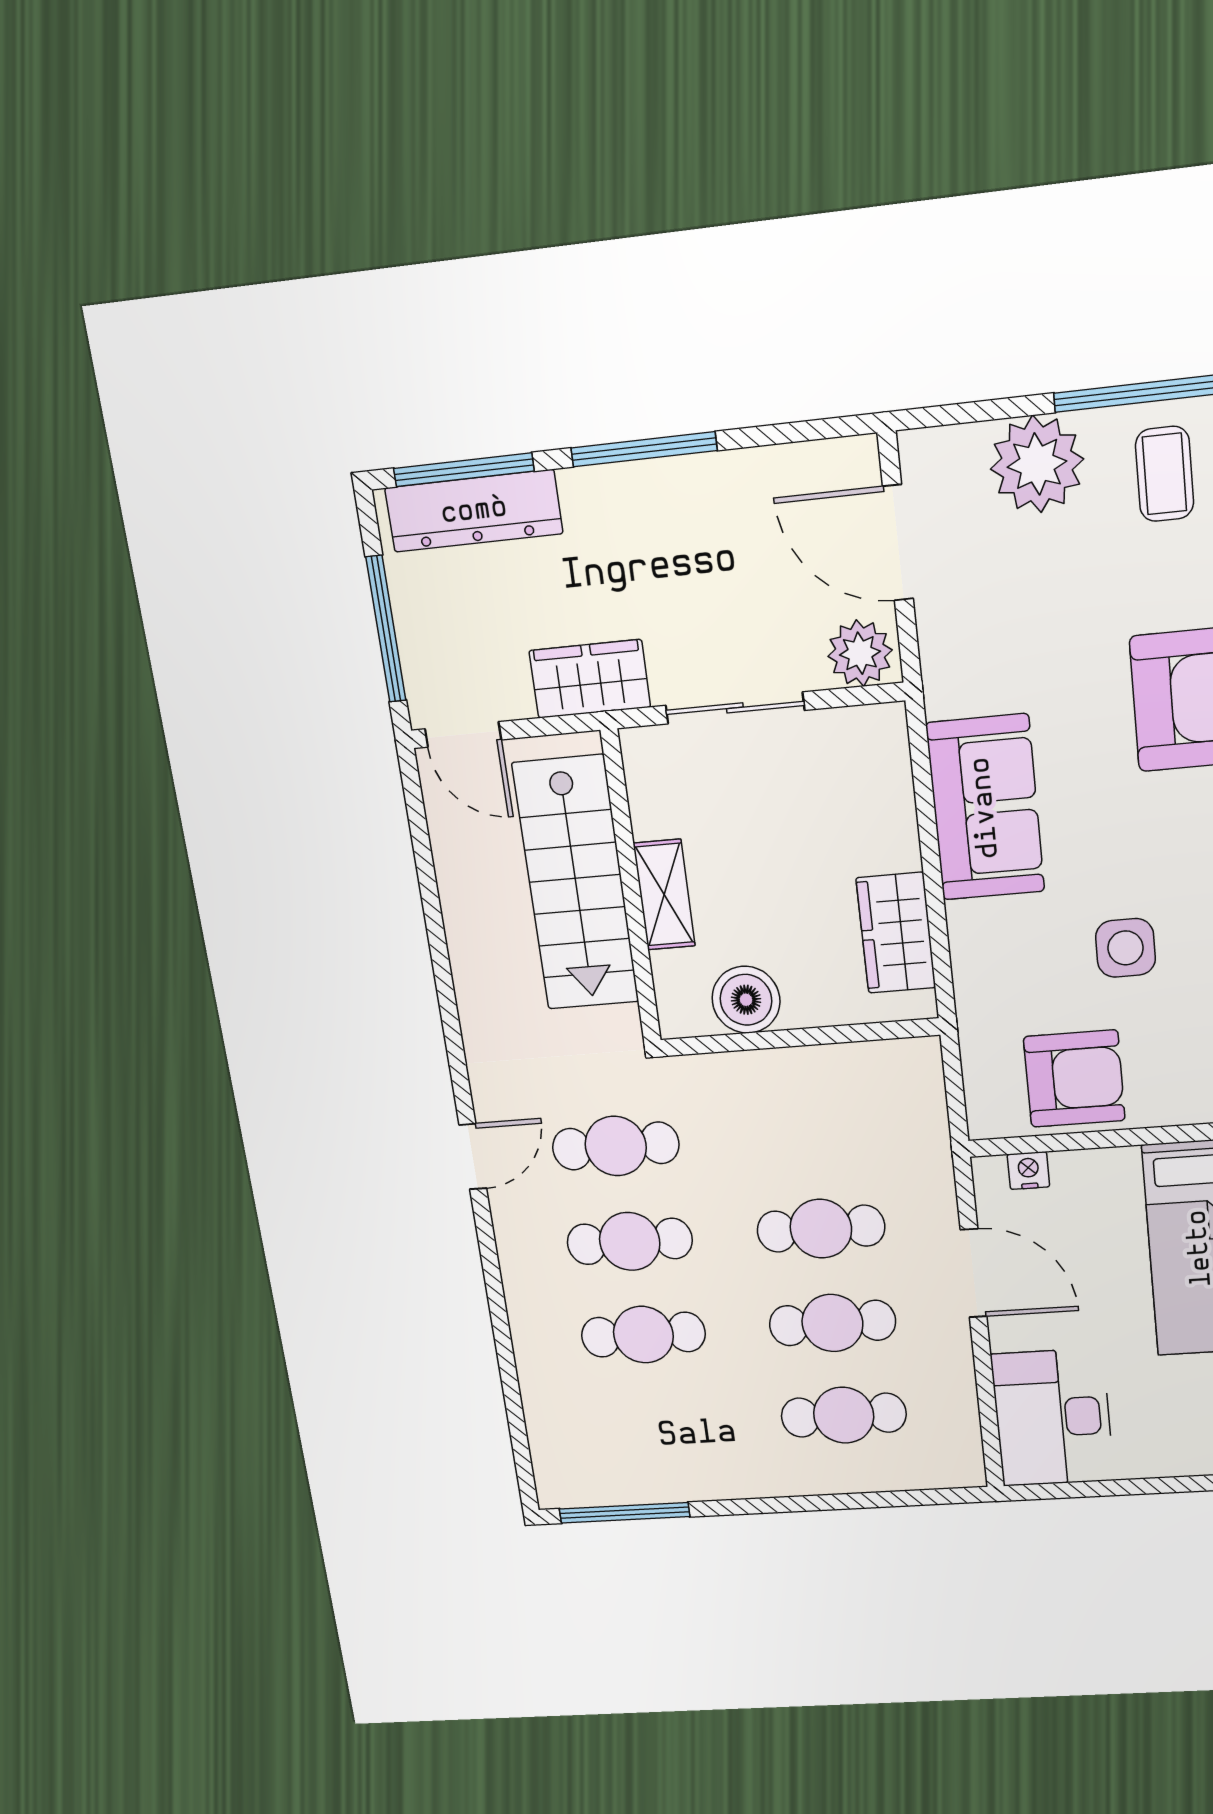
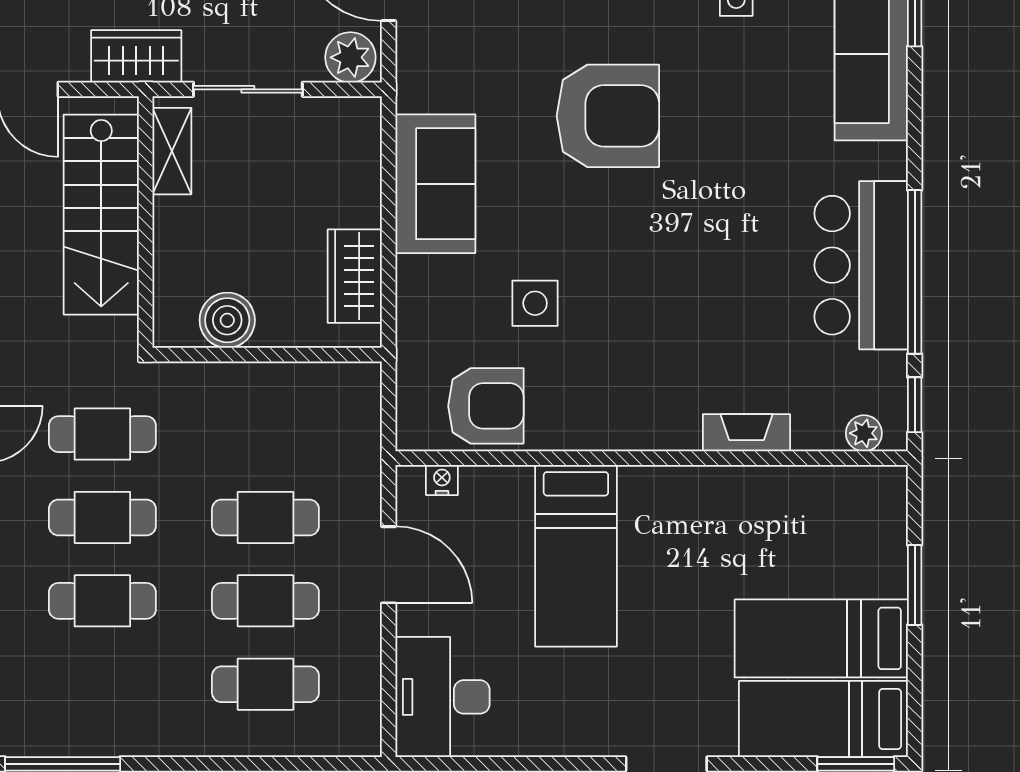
shelving: (664, 895) -> (172, 151), moved

